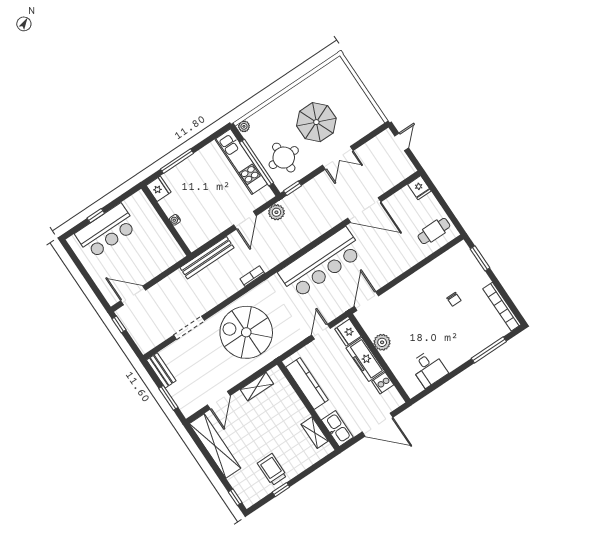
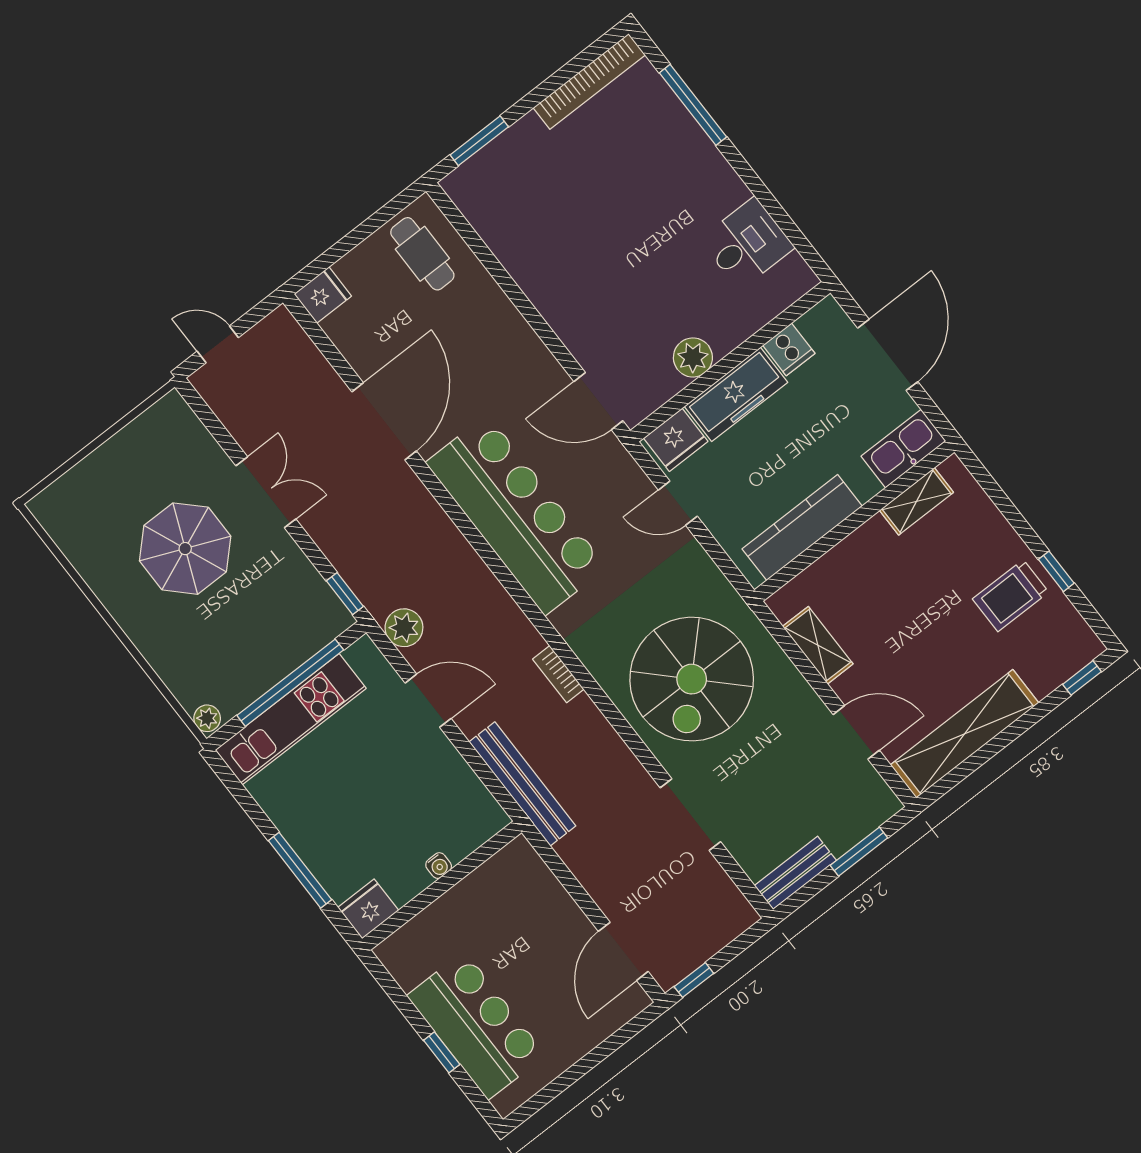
round table: (284, 158) -> (274, 620), removed
chair: (454, 299) -> (580, 195), removed

